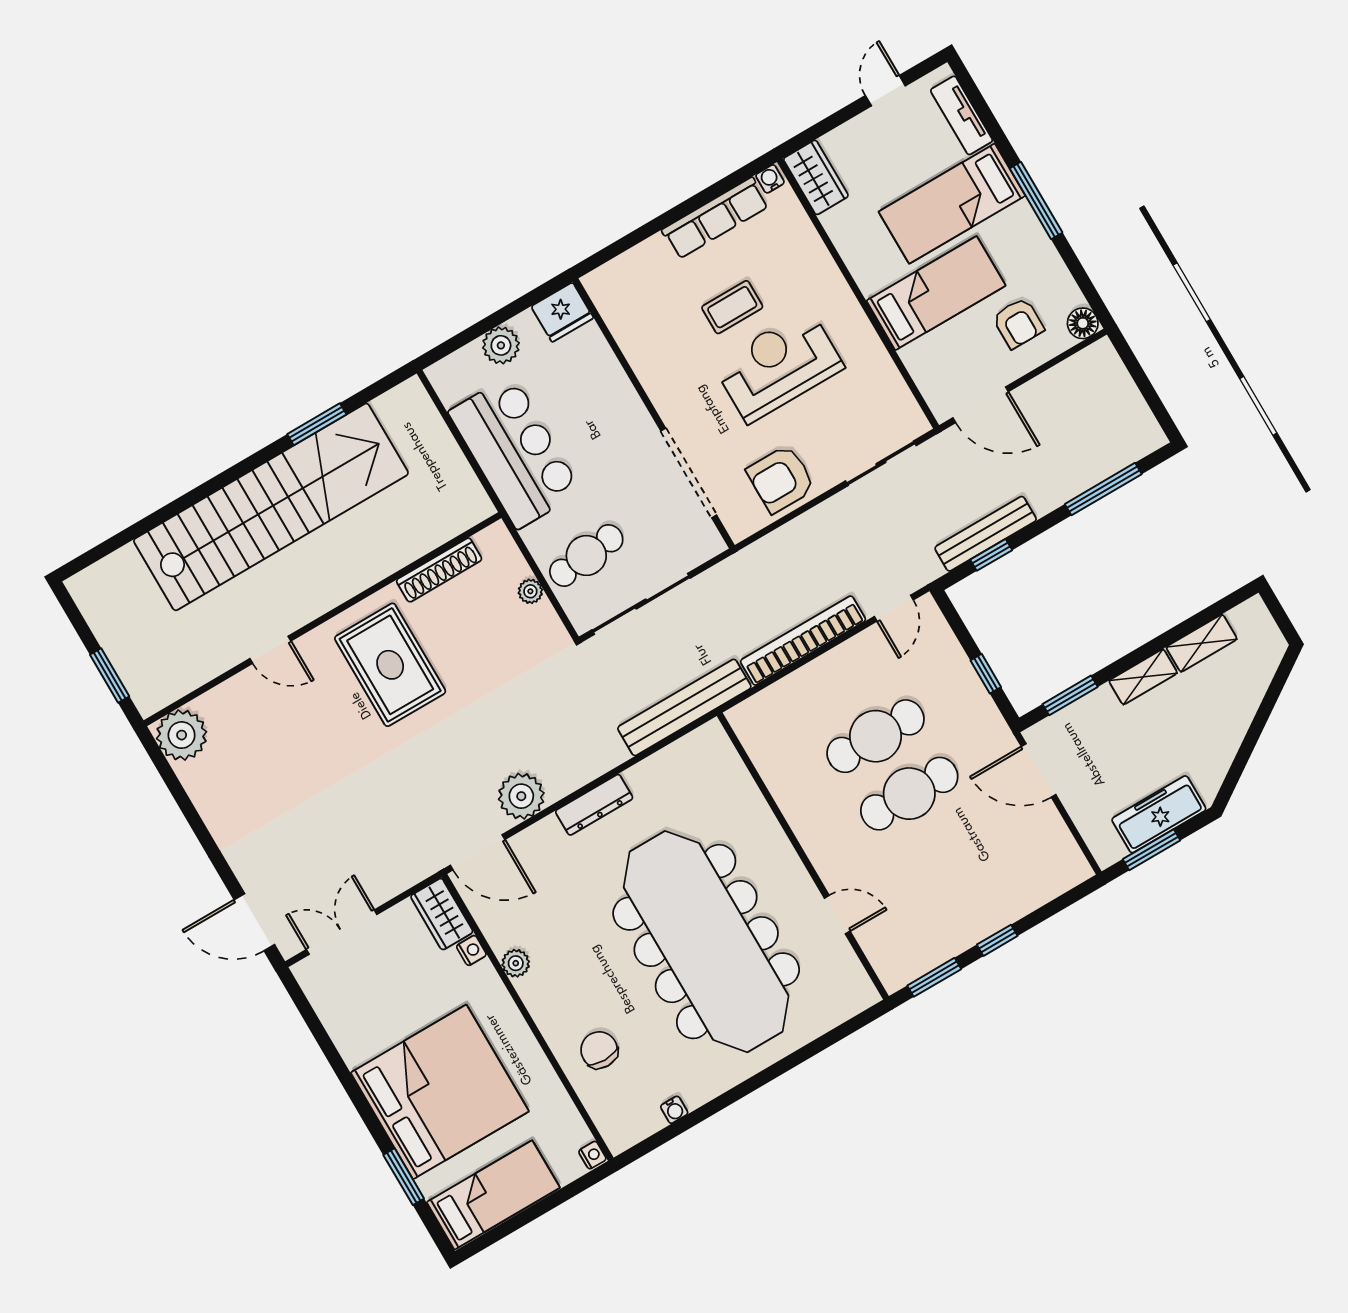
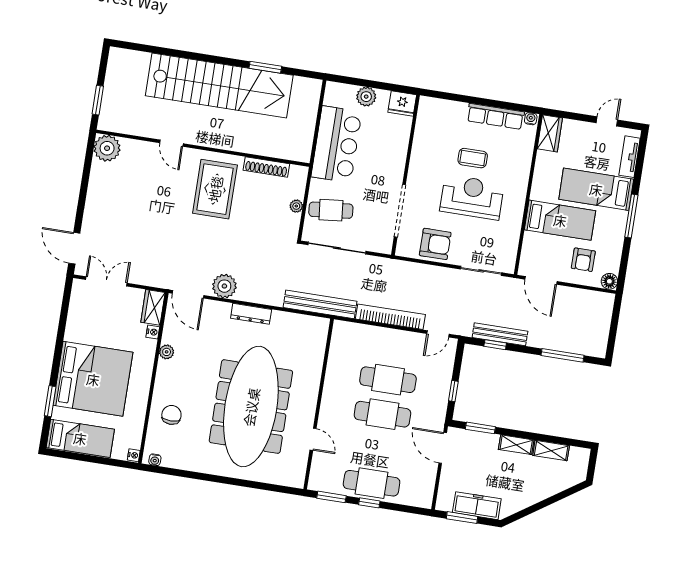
armchair: (781, 479) -> (435, 244), turned 180
cafe table: (977, 909) -> (372, 483), added
water cooler: (674, 1110) -> (155, 460), moved

